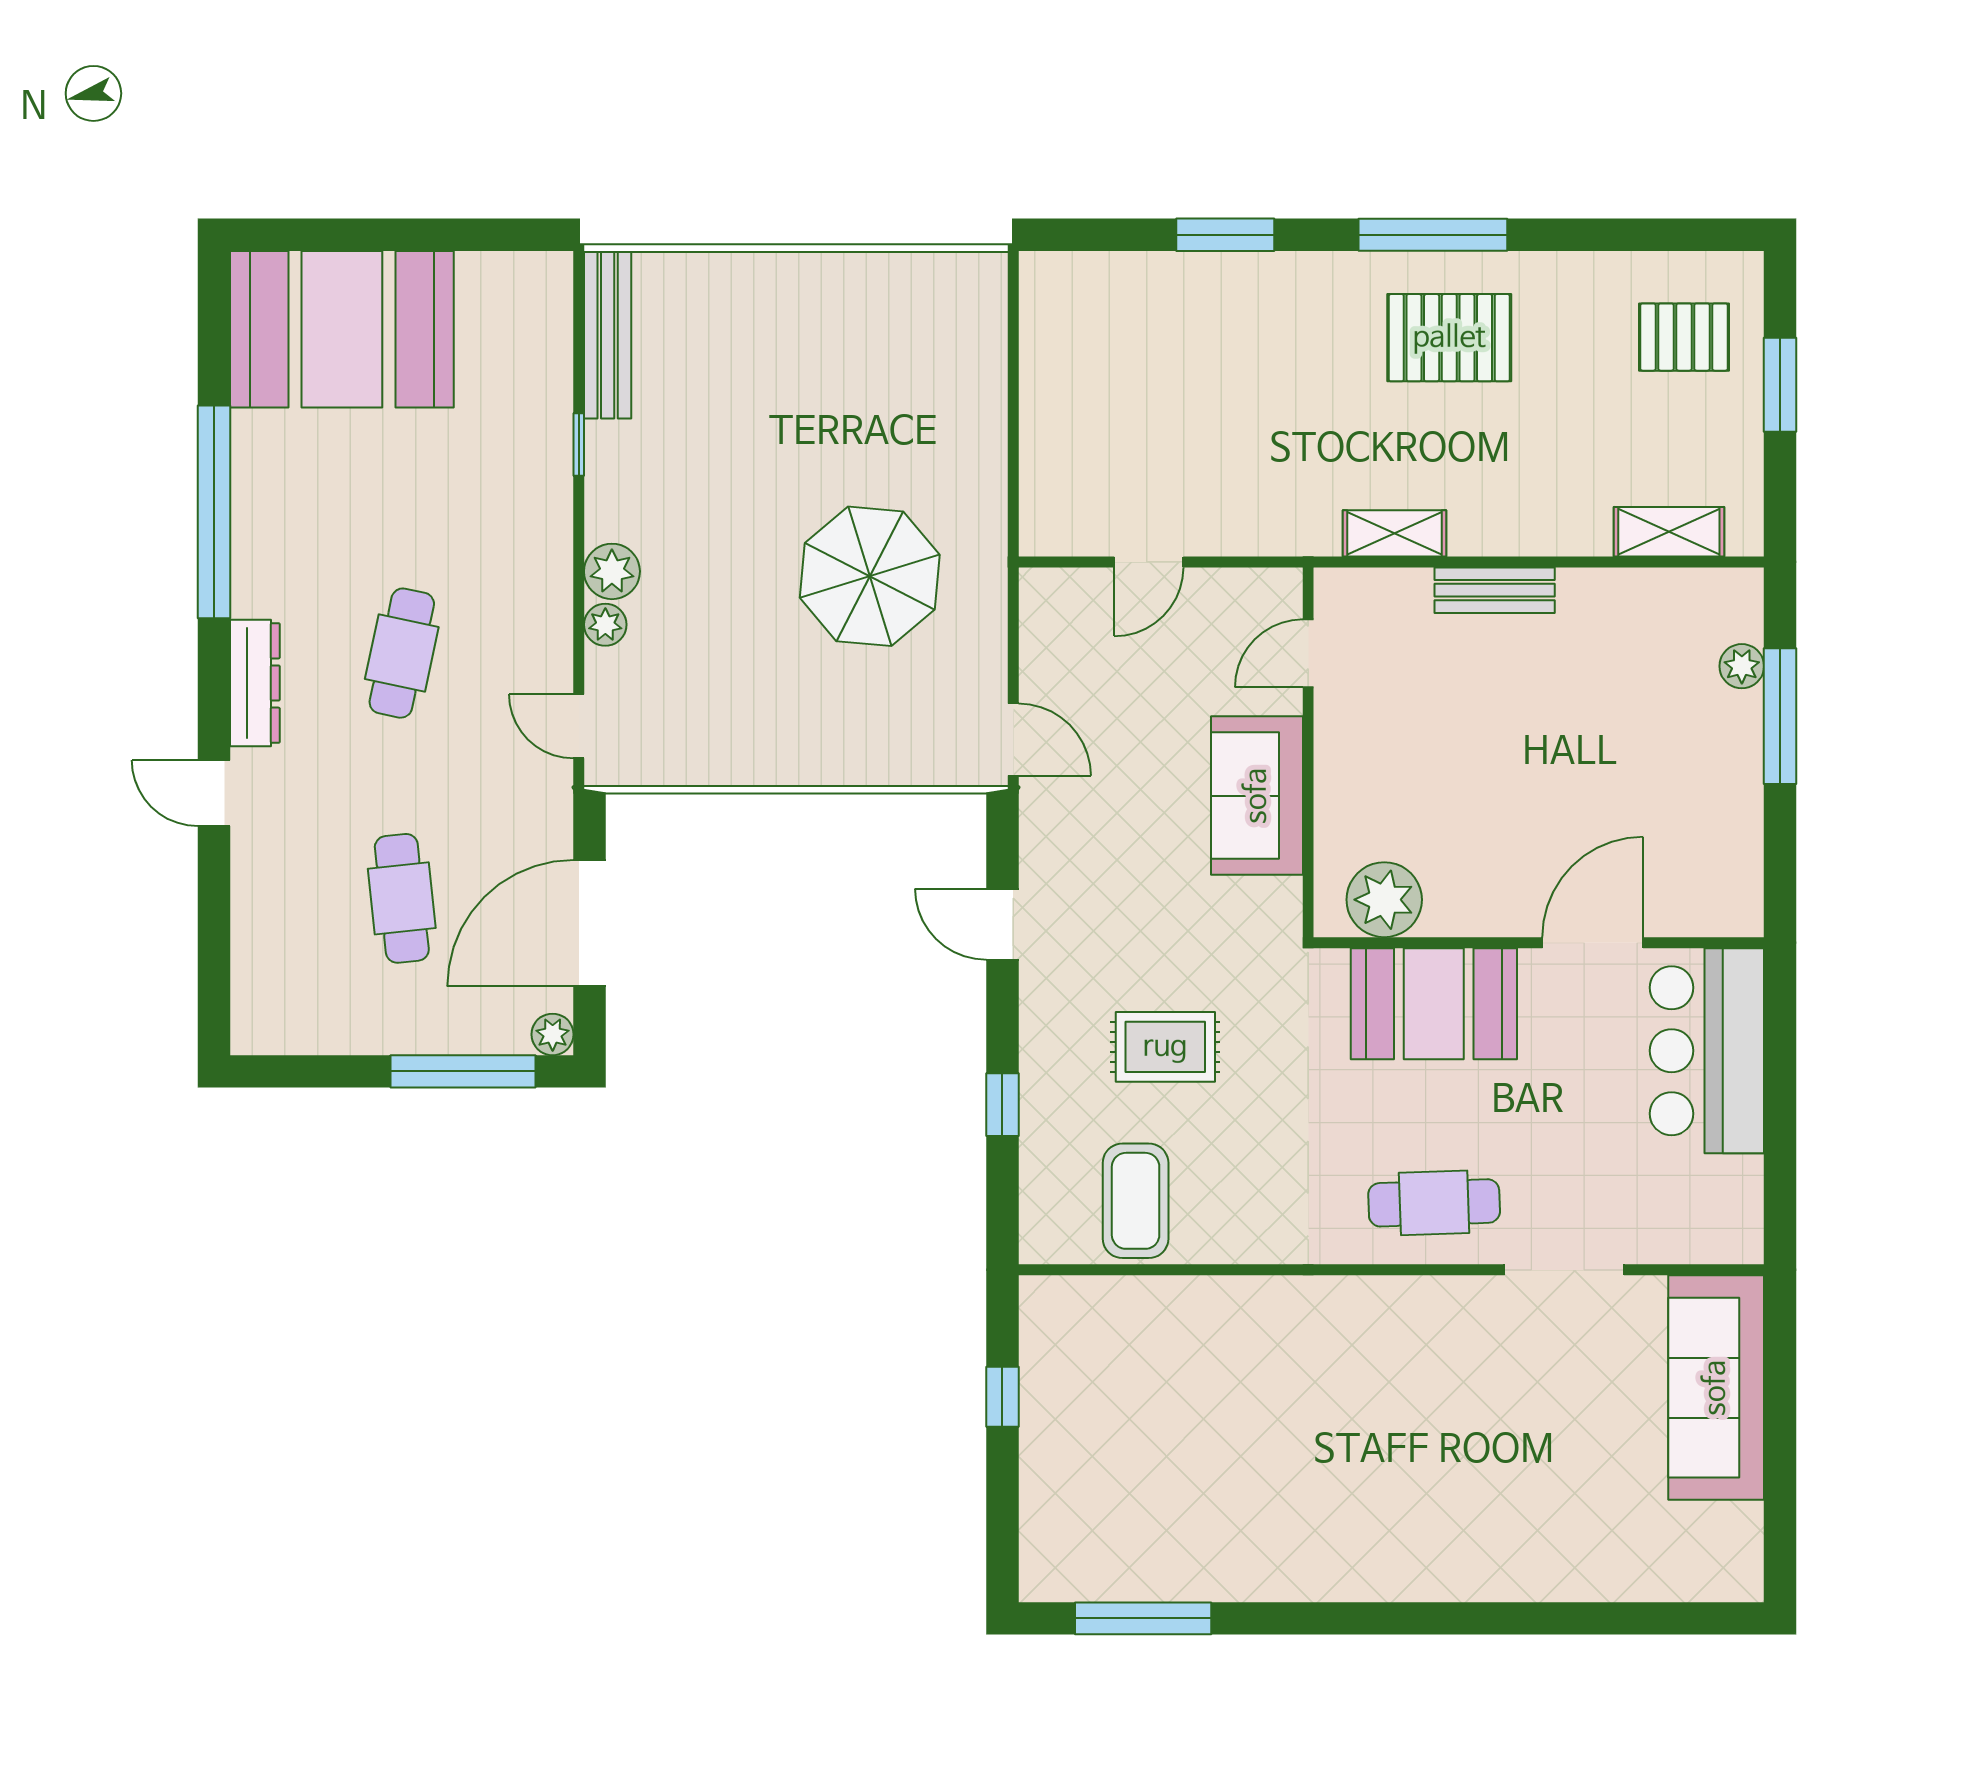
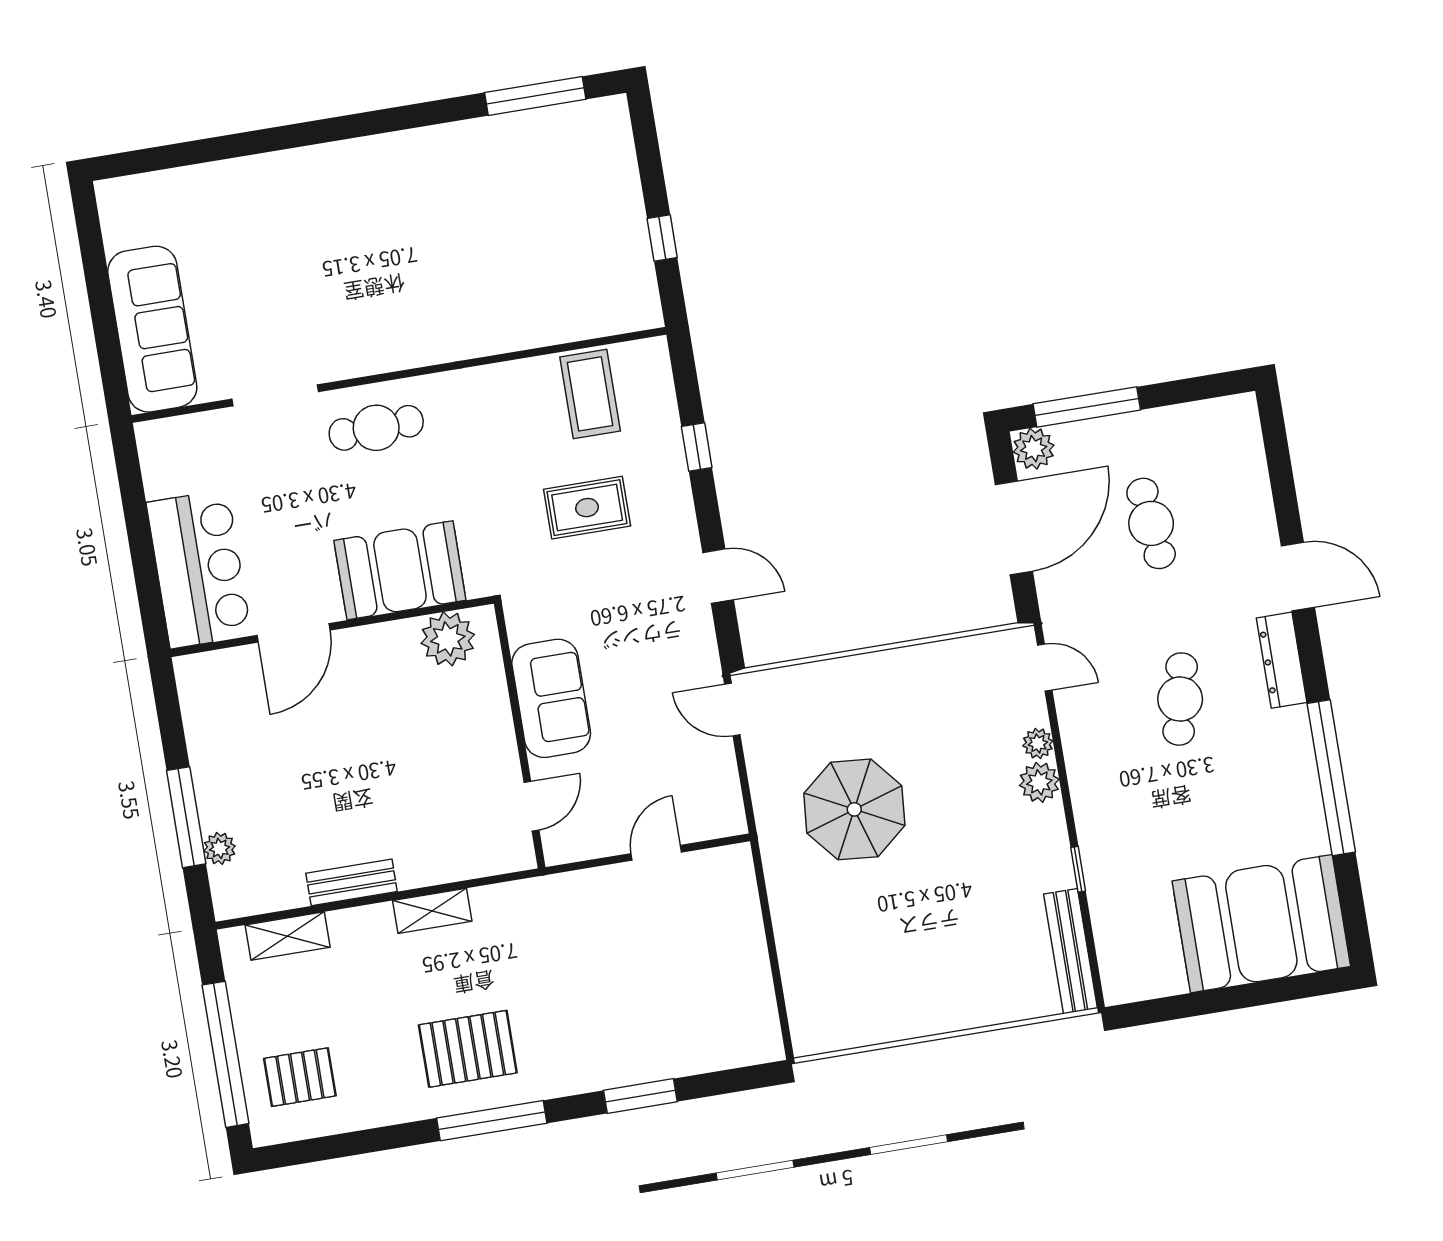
window: (1780, 385) -> (225, 1054), width x2.11
shelving: (1394, 533) -> (432, 911), moved
bench: (1495, 590) -> (352, 882), moved
door: (214, 793) -> (1298, 577), width x1.38
plant: (553, 1034) -> (1034, 449), width x1.38, depth x1.38

